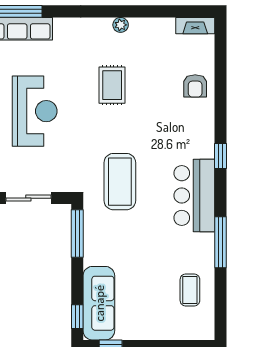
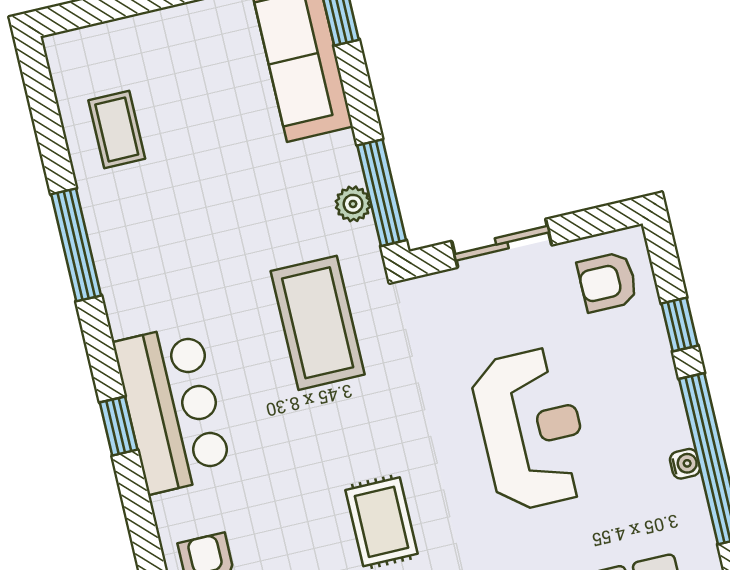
reception desk: (35, 111) -> (531, 429), turned 180
bar counter: (194, 196) -> (173, 409), moved
plant: (91, 231) -> (353, 204), added

